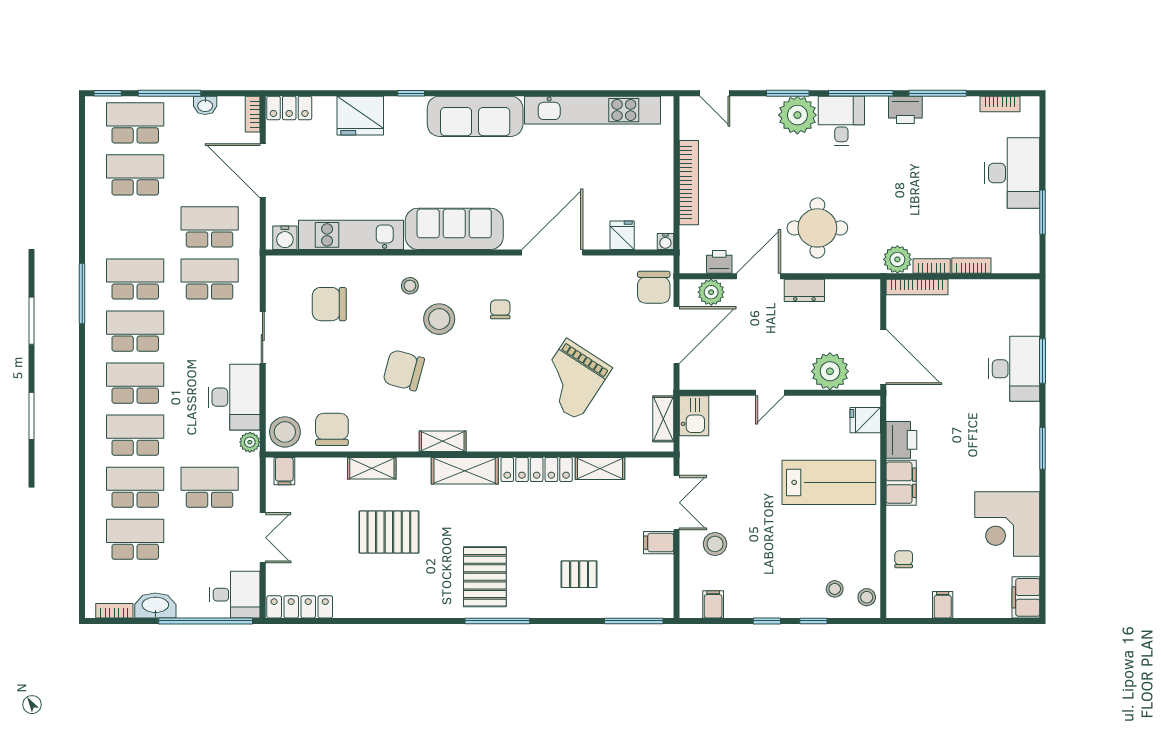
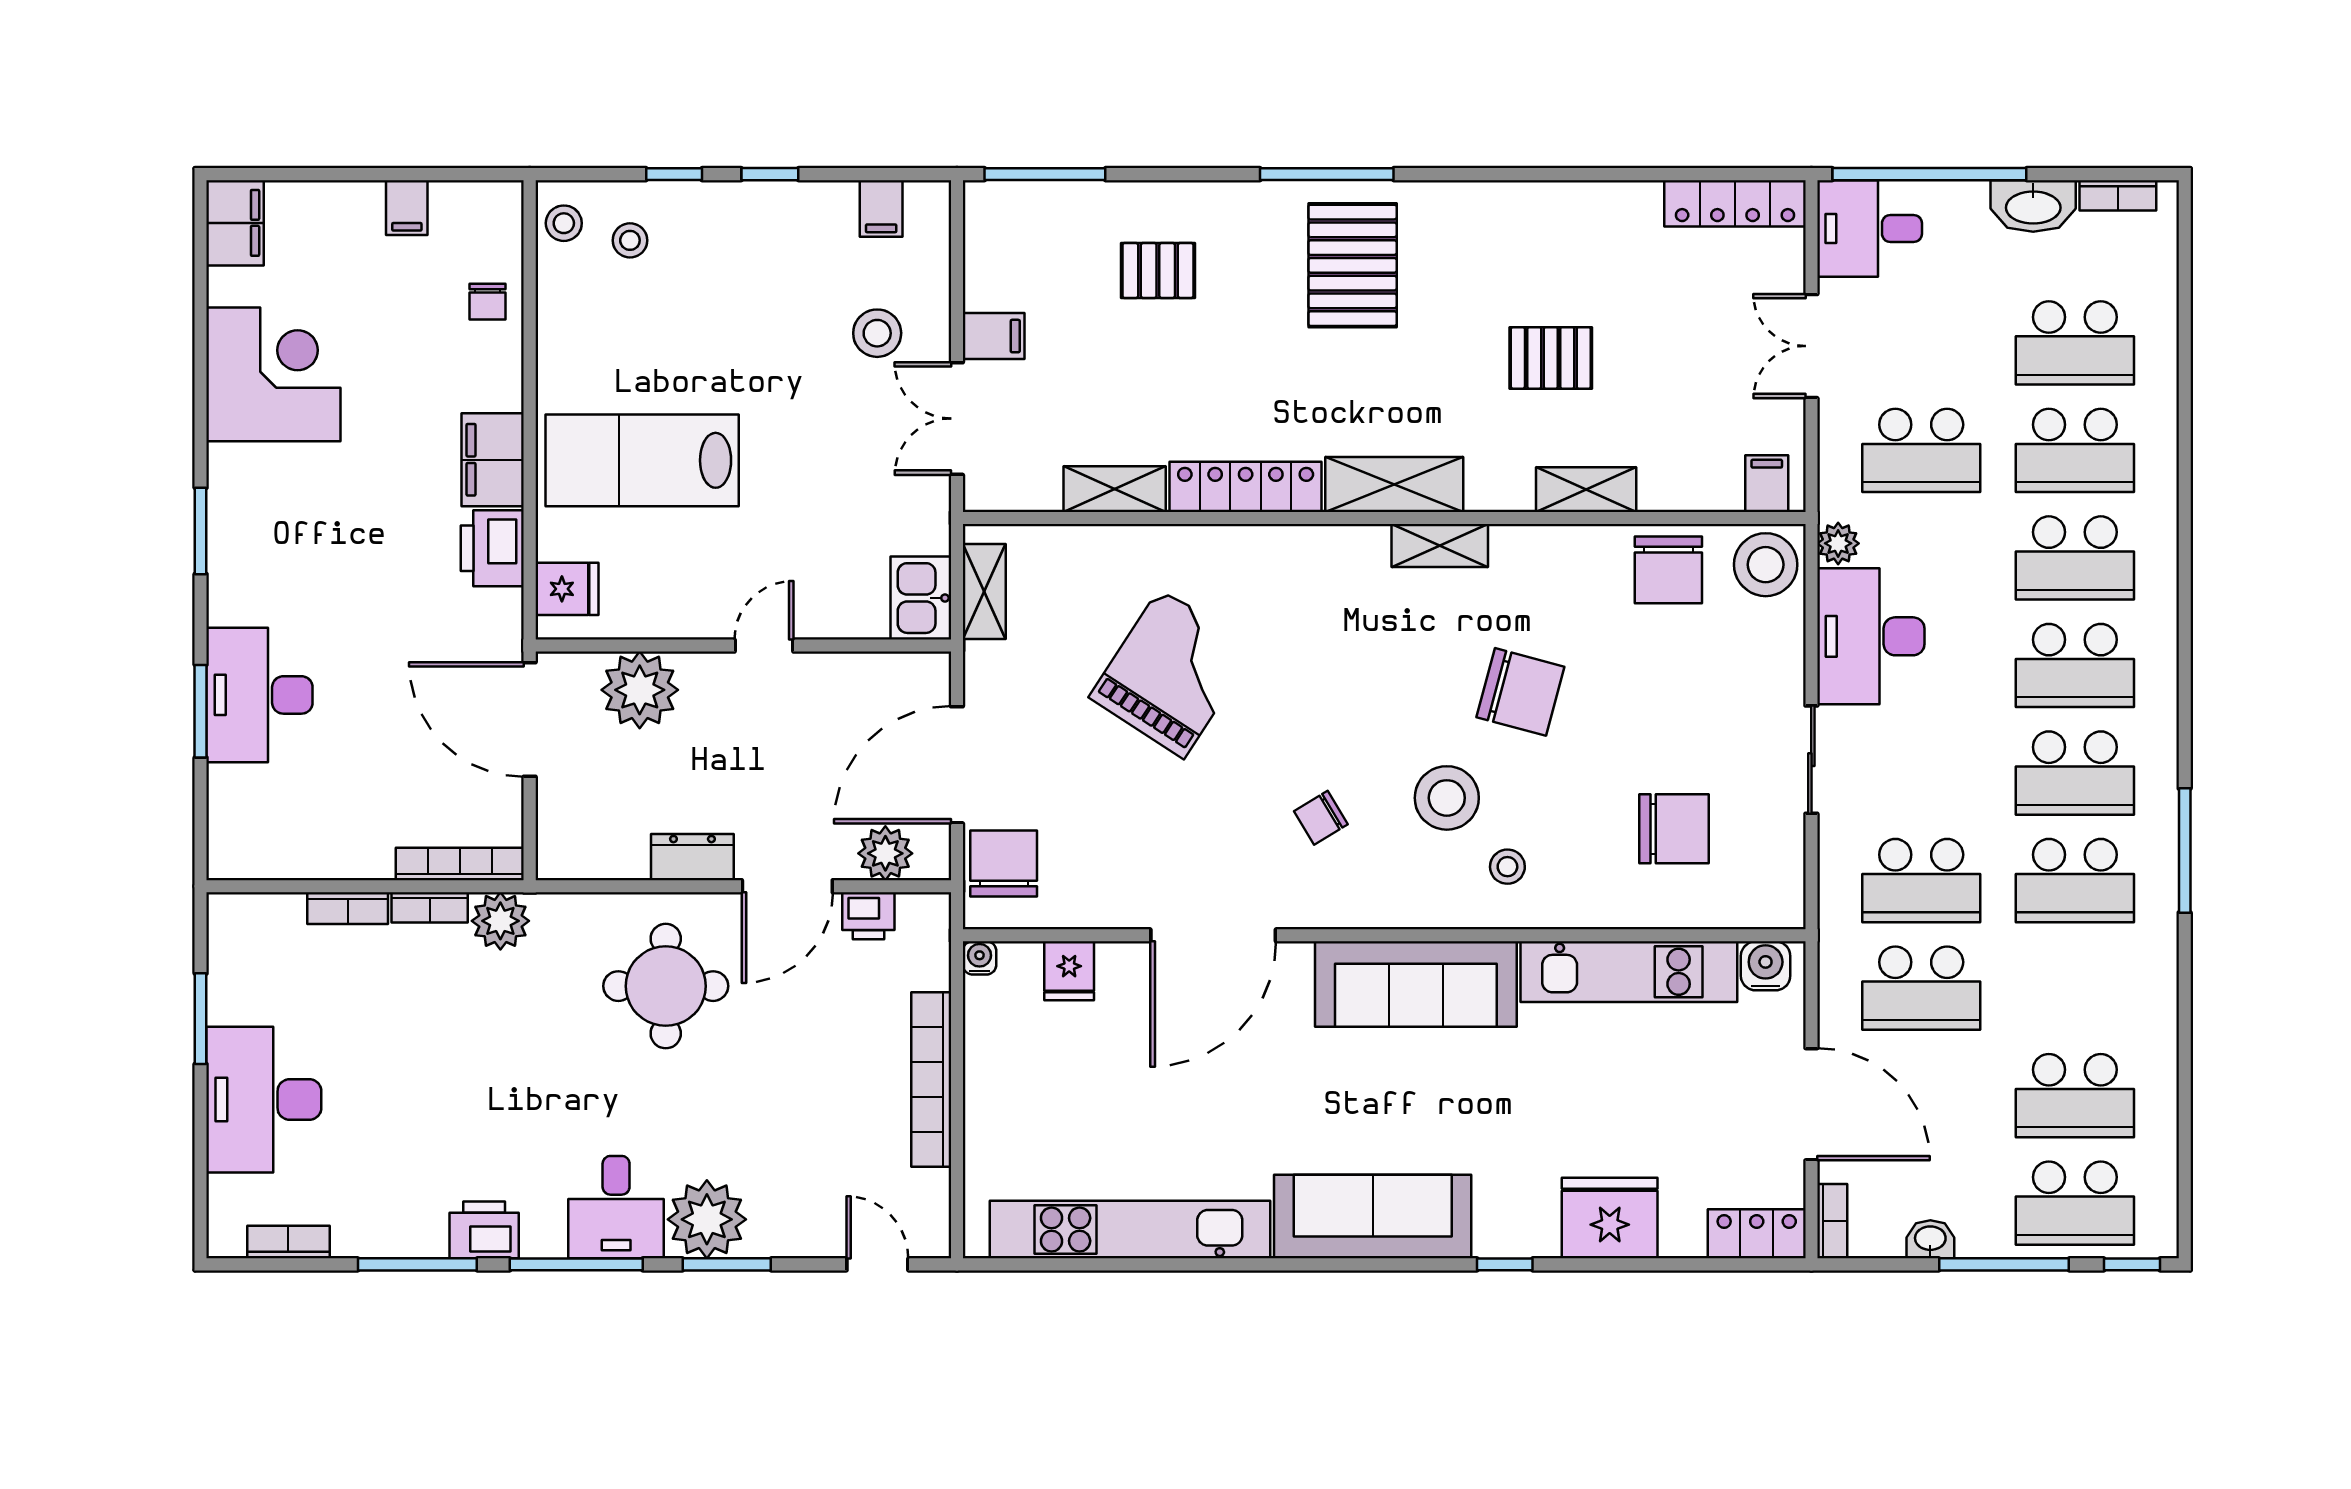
chair: (500, 309) -> (1321, 818), turned 59
pallet: (389, 532) -> (1551, 358), width x0.67, depth x0.71

